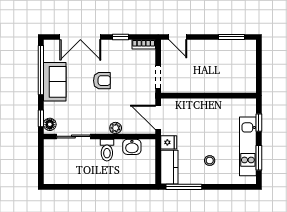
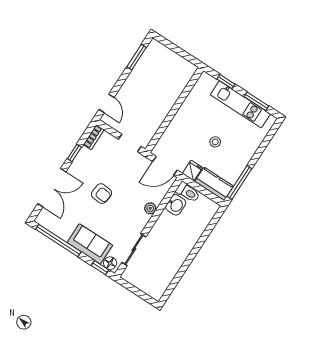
door: (178, 37) -> (107, 103), hinge flipped
armchair: (102, 81) -> (102, 194), turned 96
sofa: (55, 82) -> (90, 244), moved
toilet: (107, 150) -> (188, 192), moved
stool: (210, 161) -> (215, 142), moved

